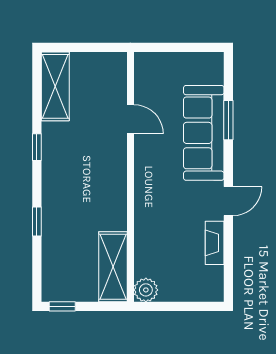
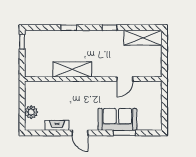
sofa: (204, 133) -> (117, 119), width x0.73
shelving: (113, 267) -> (72, 70), moved
plant: (146, 290) -> (31, 112), moved

